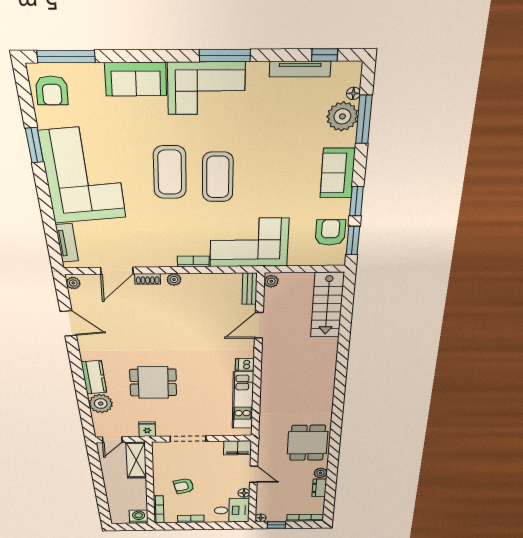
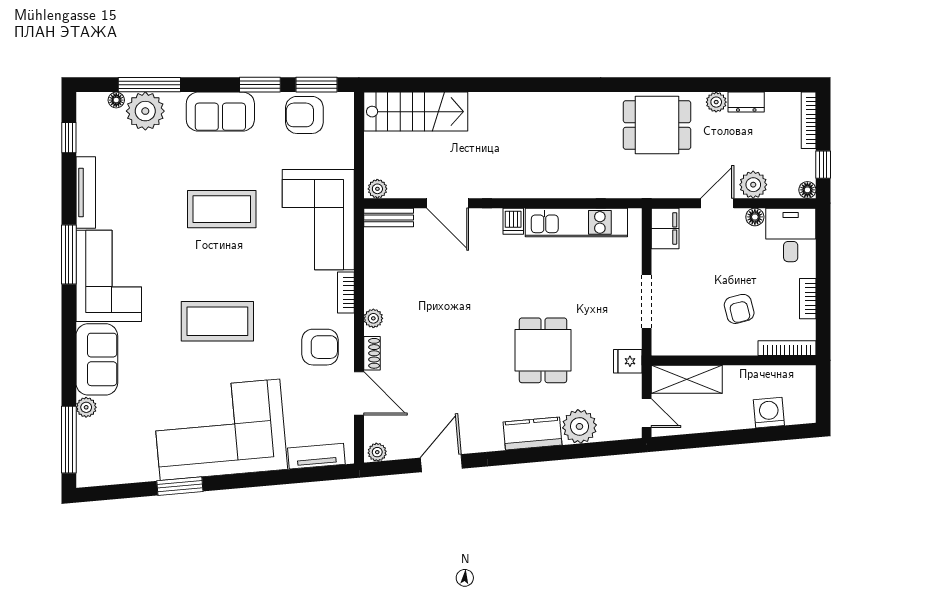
tv unit: (300, 69) -> (86, 192), moved
plant: (95, 71) -> (86, 407), added
armchair: (52, 90) -> (320, 347), moved
coffee table: (218, 177) -> (222, 209), moved
plant: (265, 492) -> (753, 185), added
washing machine: (139, 517) -> (769, 413), moved, turned 85

